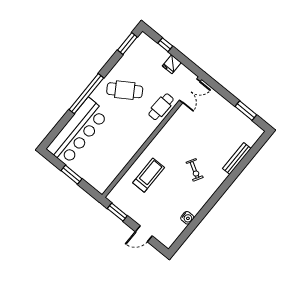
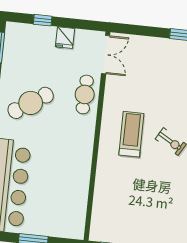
treadmill: (149, 175) -> (131, 134), moved

